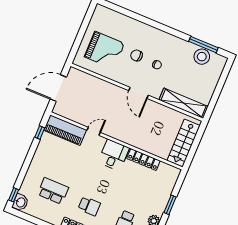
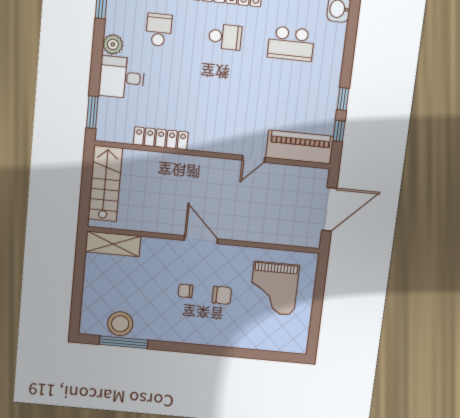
grand piano: (104, 50) -> (274, 288), turned -90
shelving: (183, 103) -> (113, 244), width x0.68
desk: (114, 155) -> (122, 77), moved, turned 90
window: (14, 195) -> (343, 99), moved
window: (170, 205) -> (92, 112), moved
school desk: (89, 206) -> (225, 37), turned 180

